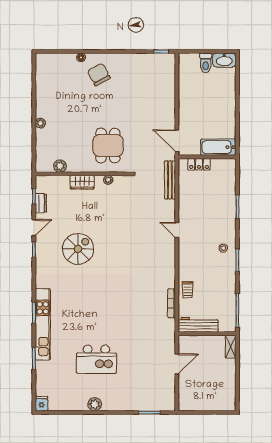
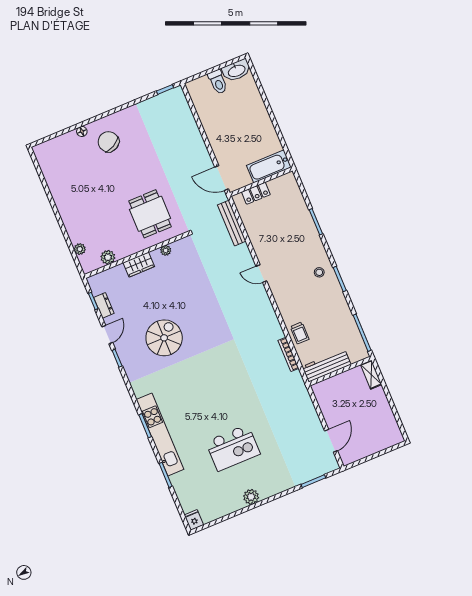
plant: (40, 123) -> (80, 249), moved
door: (177, 364) -> (331, 441), moved

